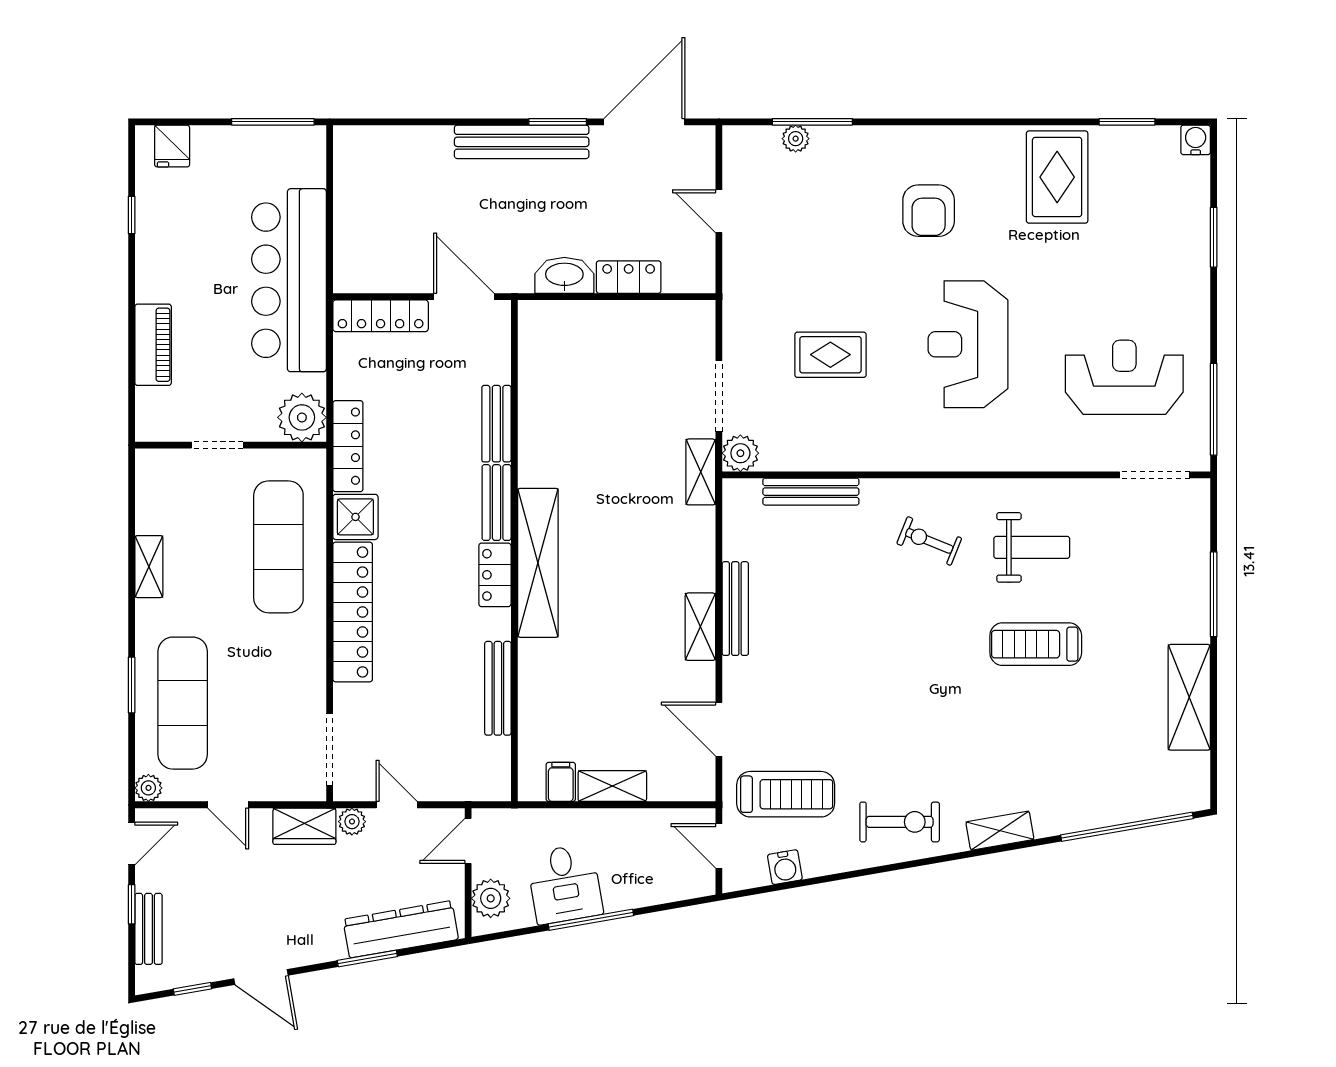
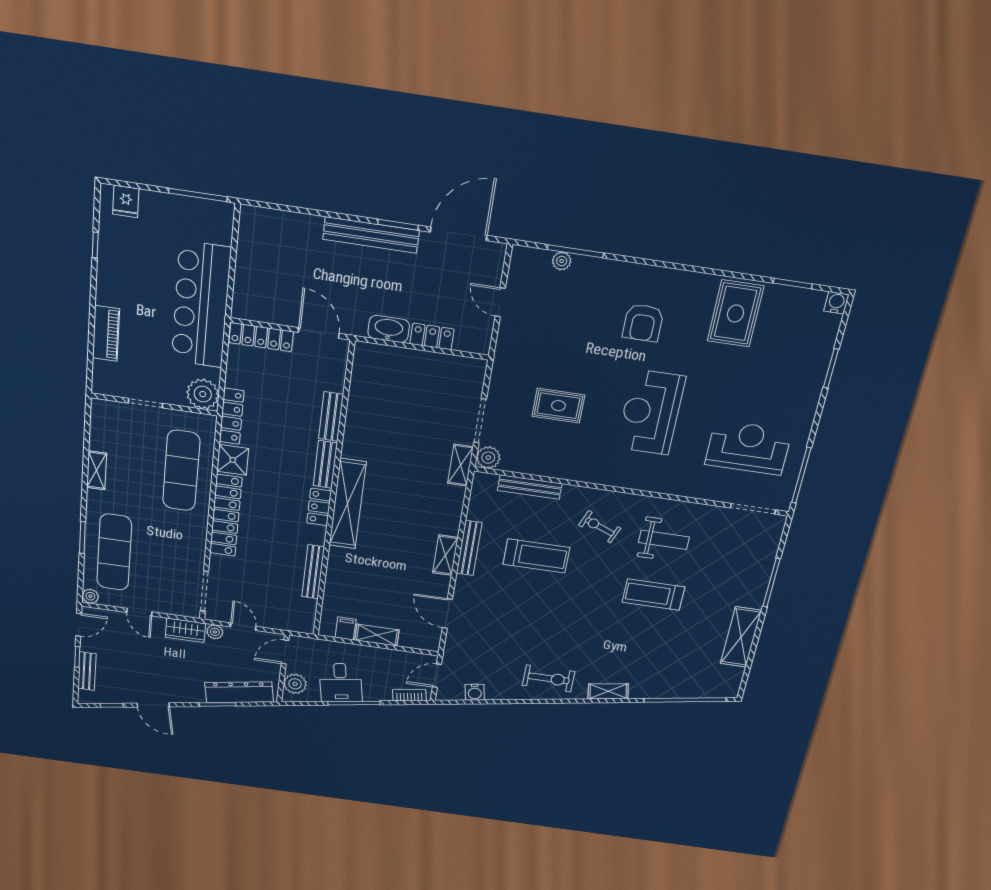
treadmill: (786, 794) -> (536, 556), moved
door: (719, 846) -> (437, 676), hinge flipped
bookcase: (680, 890) -> (409, 695), added

